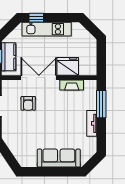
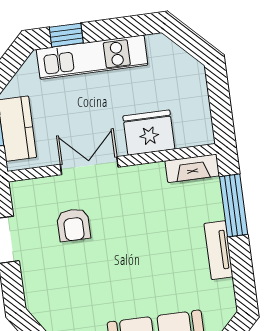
double door: (39, 78) -> (89, 166), width x0.73
fireplace: (72, 85) -> (192, 168), moved

